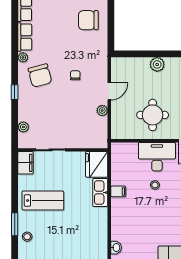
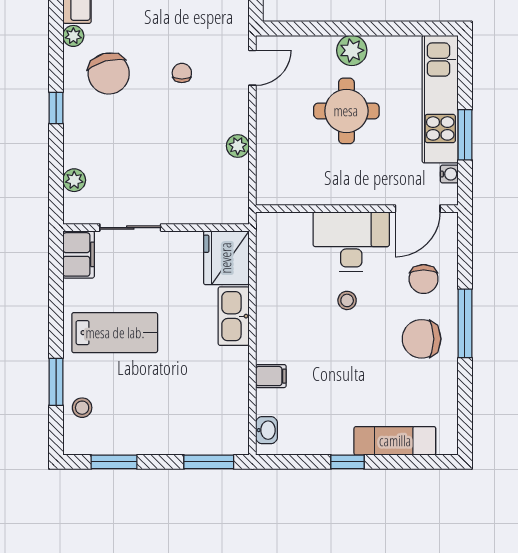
door: (109, 91) -> (252, 68), moved
round table: (153, 115) -> (346, 111), moved
filing cabinet: (118, 191) -> (271, 376), moved

